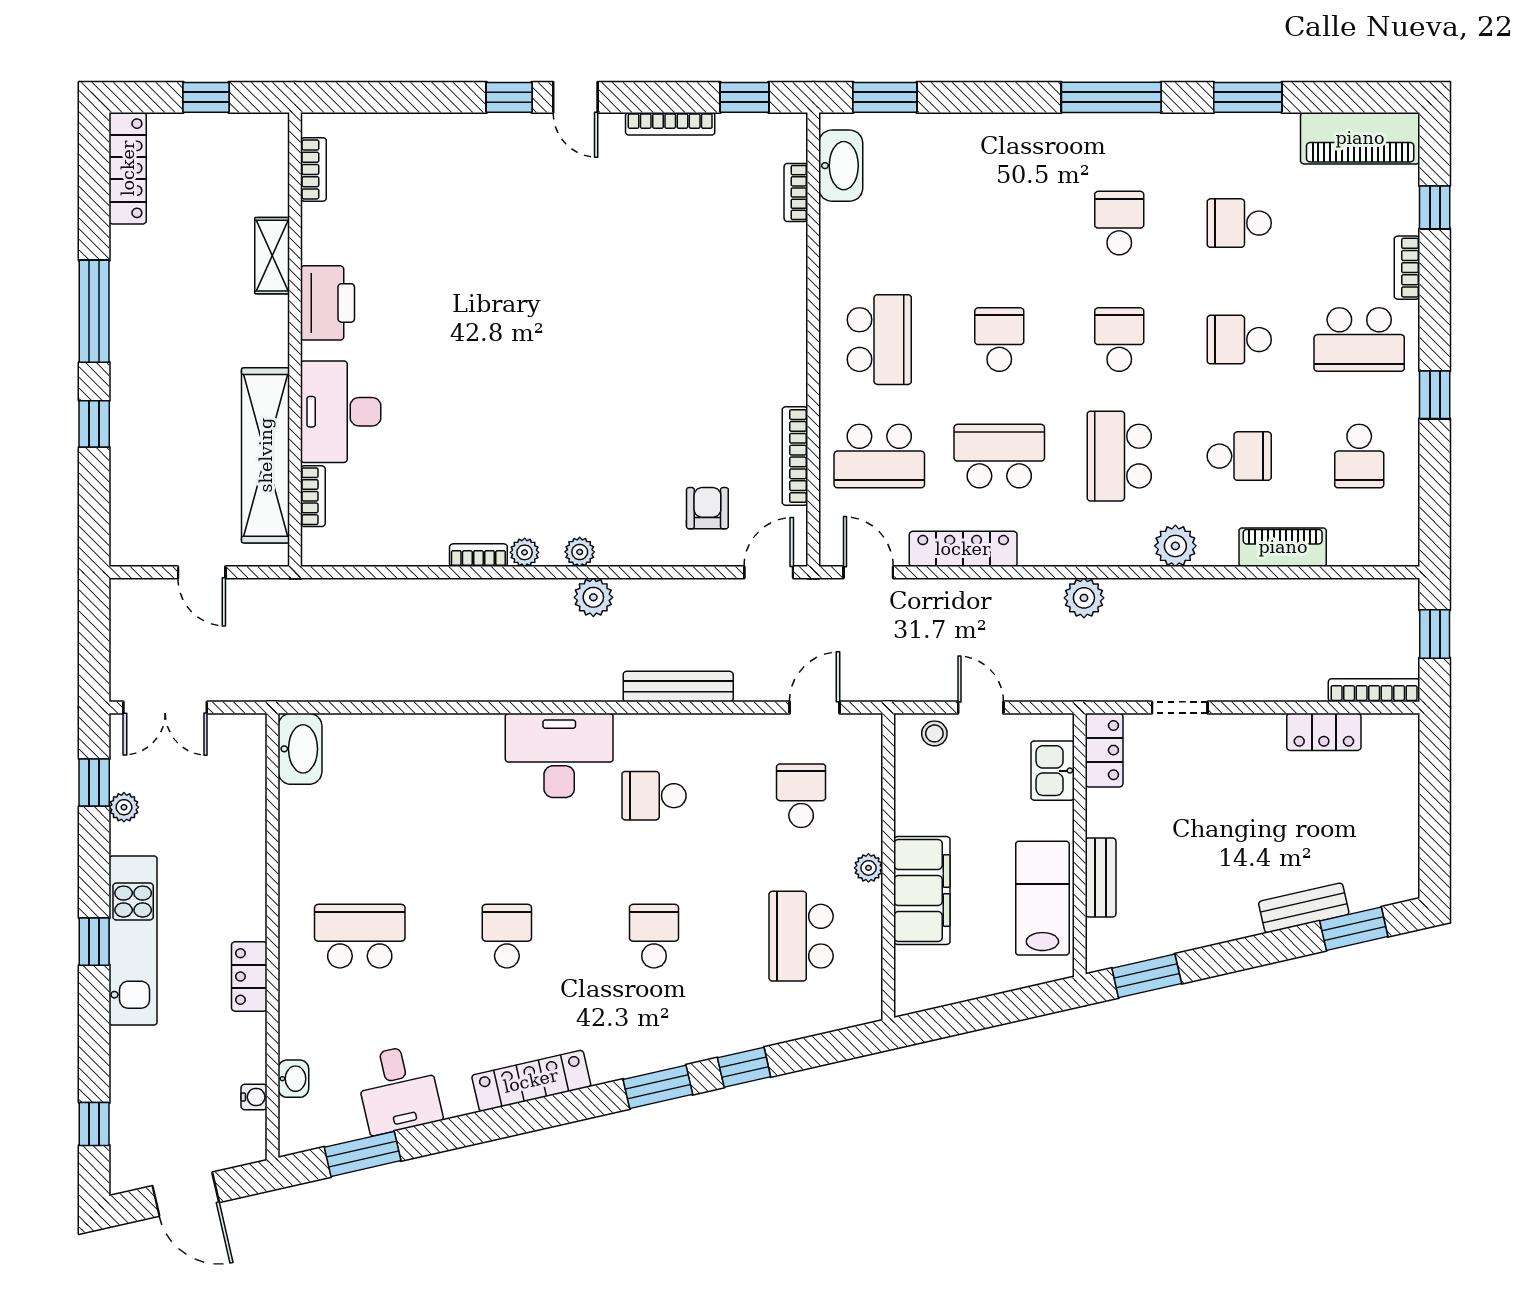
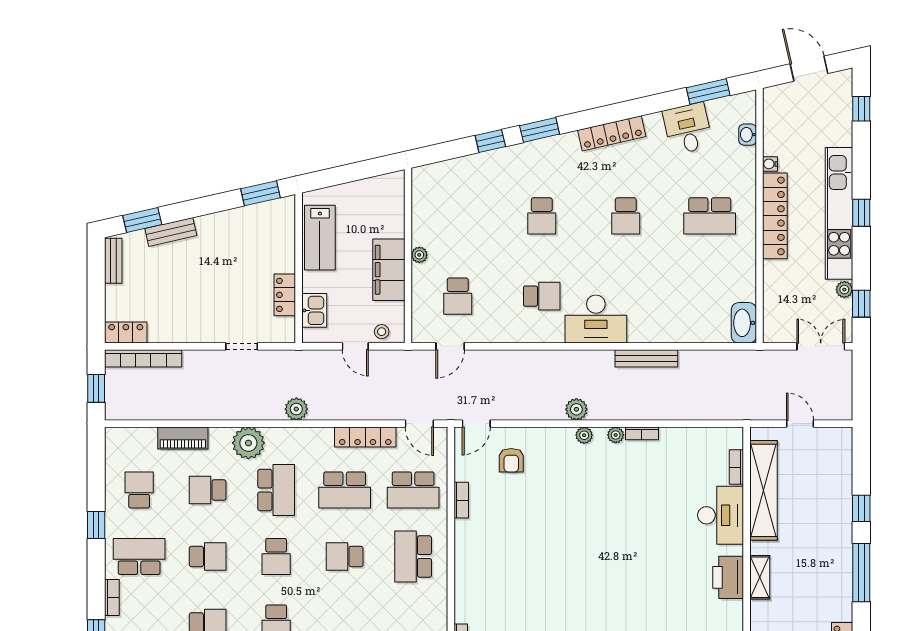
shelving: (272, 256) -> (760, 577), moved
school desk: (999, 340) -> (345, 556), turned 90
bookcase: (795, 456) -> (461, 500), width x0.64
school desk: (879, 456) -> (413, 490), turned 180
plant: (1175, 546) -> (248, 443), width x1.36, depth x1.36
bench: (678, 687) -> (646, 358), moved
bookcase: (1374, 690) -> (143, 358), width x1.48, depth x1.31
locker: (1324, 732) -> (126, 333), moved
locker: (1104, 750) -> (285, 295), moved
bench: (1101, 877) -> (113, 261), moved
filing cabinet: (922, 890) -> (389, 270), moved
school desk: (801, 936) -> (458, 216), removed
kitchen unit: (133, 940) -> (839, 213), width x1.36
locker: (249, 976) -> (775, 216), width x2.16, depth x1.21
water cooler: (254, 1097) -> (770, 164), moved

